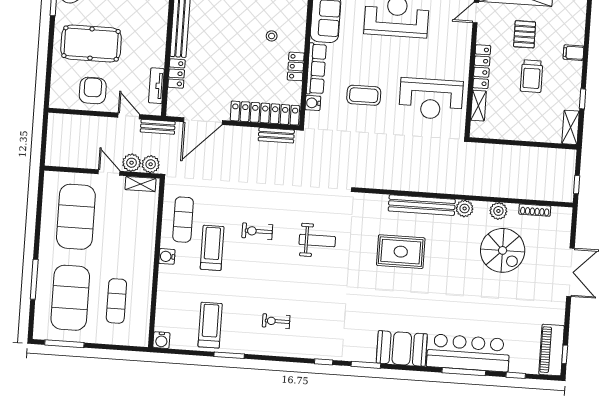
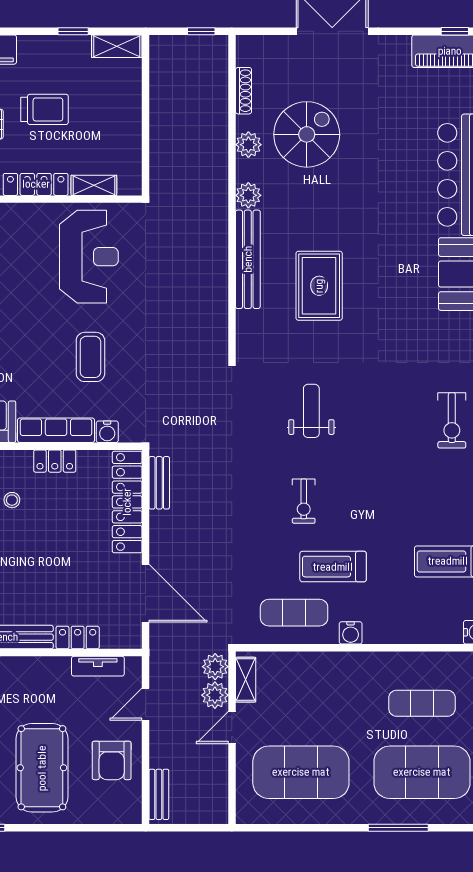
armchair: (93, 91) -> (112, 760), turned -90
bench: (158, 127) -> (159, 794), moved
exercise bike: (276, 321) -> (452, 420), moved, width x1.38, depth x1.39

